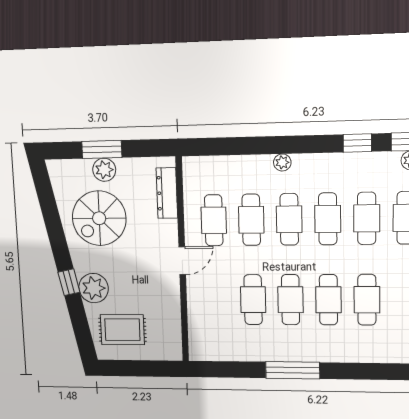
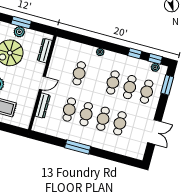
cafe table: (289, 219) -> (96, 78), removed
cafe table: (214, 220) -> (62, 69), removed
dresser: (197, 306) -> (43, 106), added

